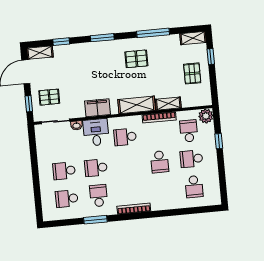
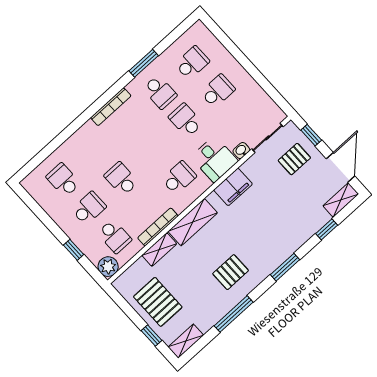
pallet: (192, 73) -> (158, 302), width x1.50, depth x1.42
school desk: (96, 168) -> (186, 120), turned -90

